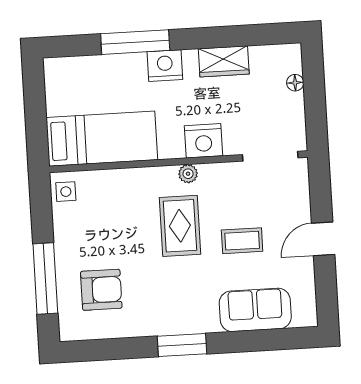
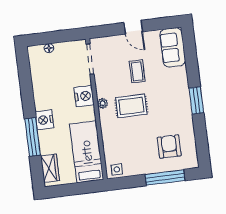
wardrobe: (224, 61) -> (50, 168), moved
sofa: (255, 310) -> (173, 47), moved

